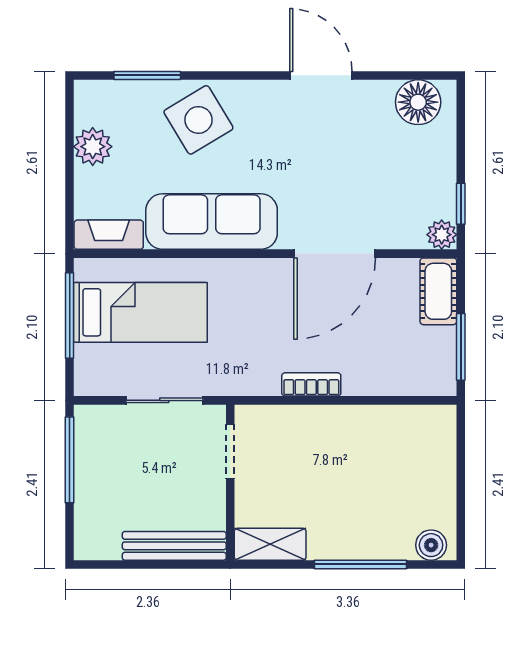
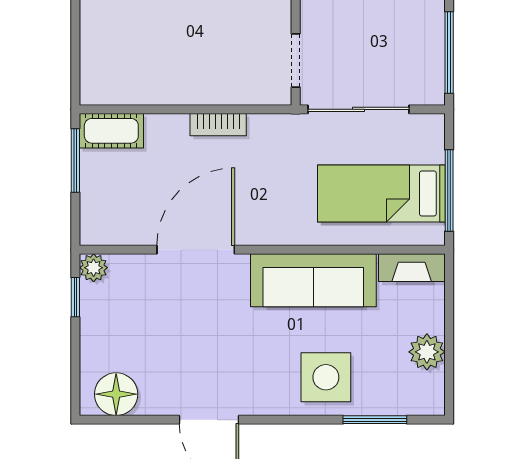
side table: (198, 120) -> (326, 377), turned 31
cot: (438, 291) -> (111, 131), moved, turned 90
sliding door: (164, 400) -> (359, 109), width x1.37

